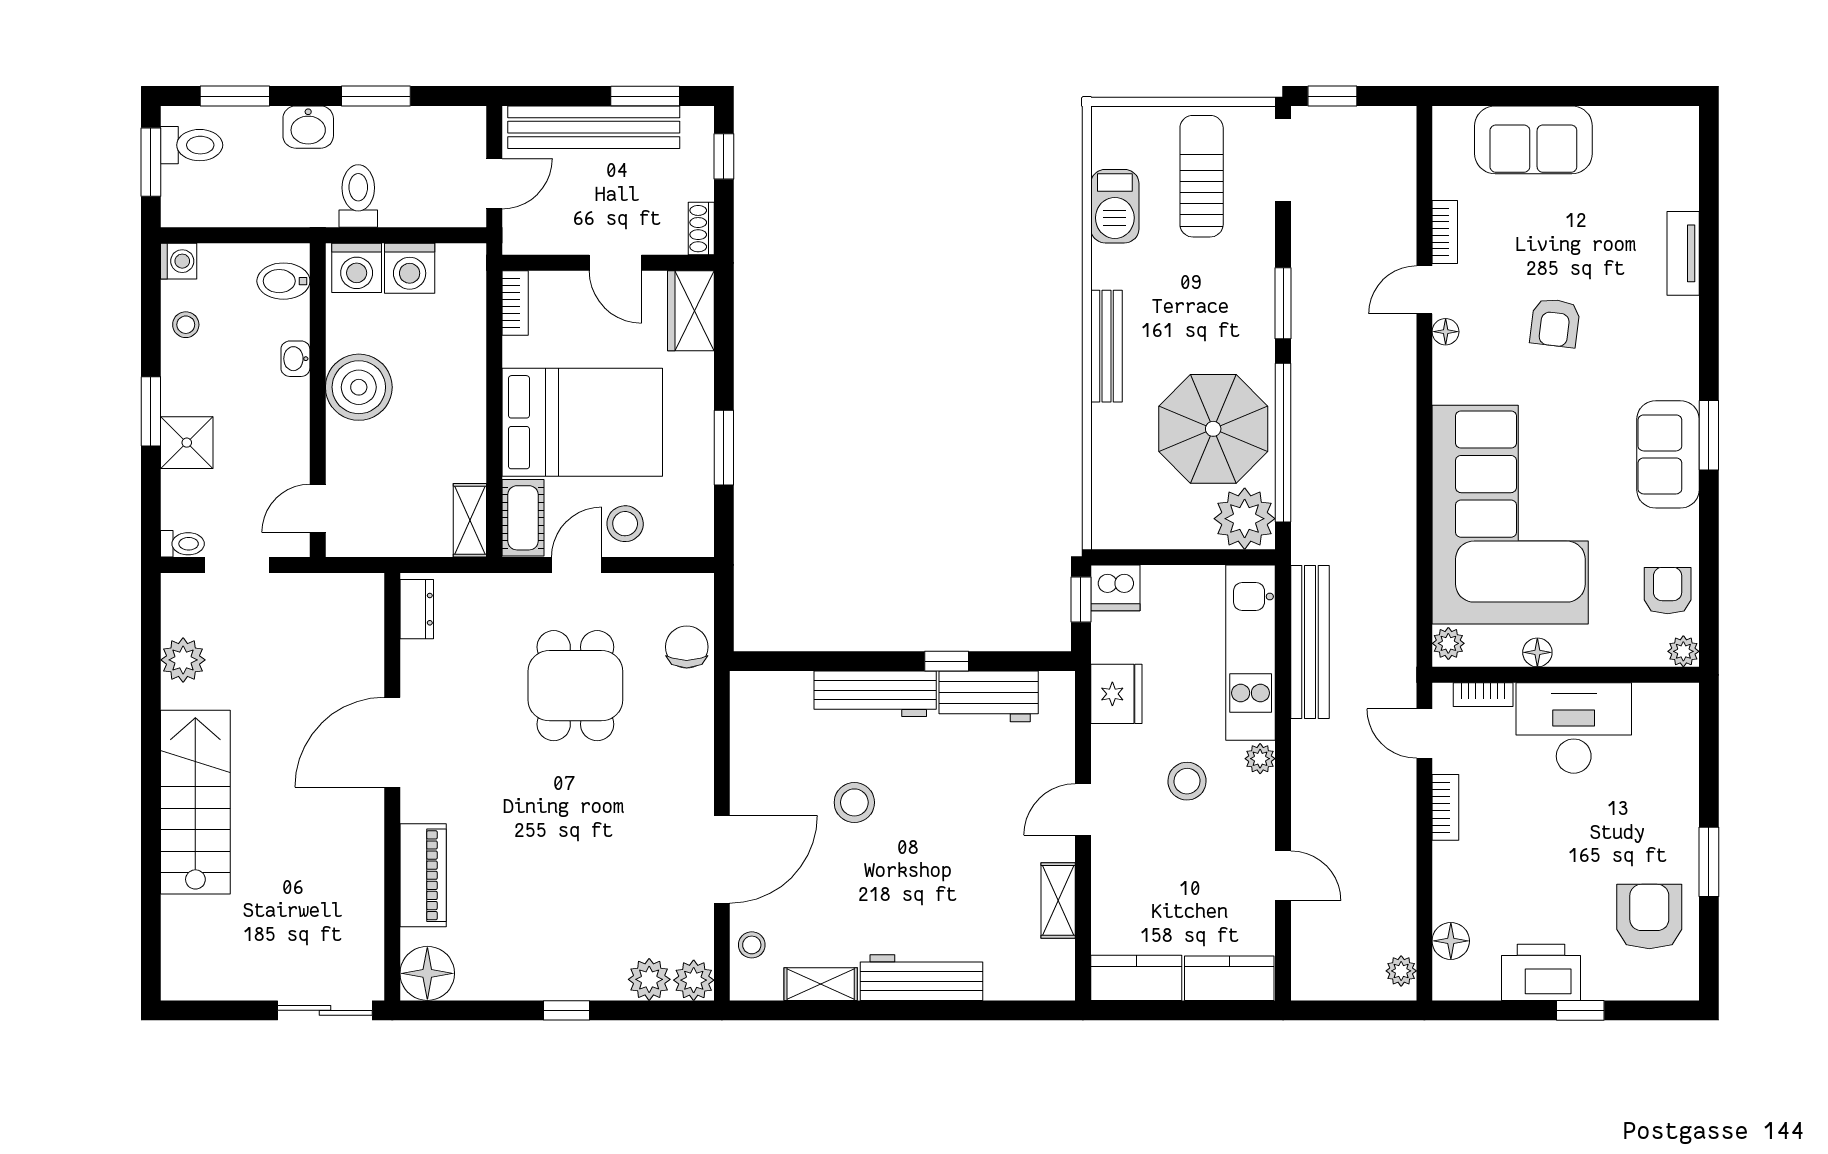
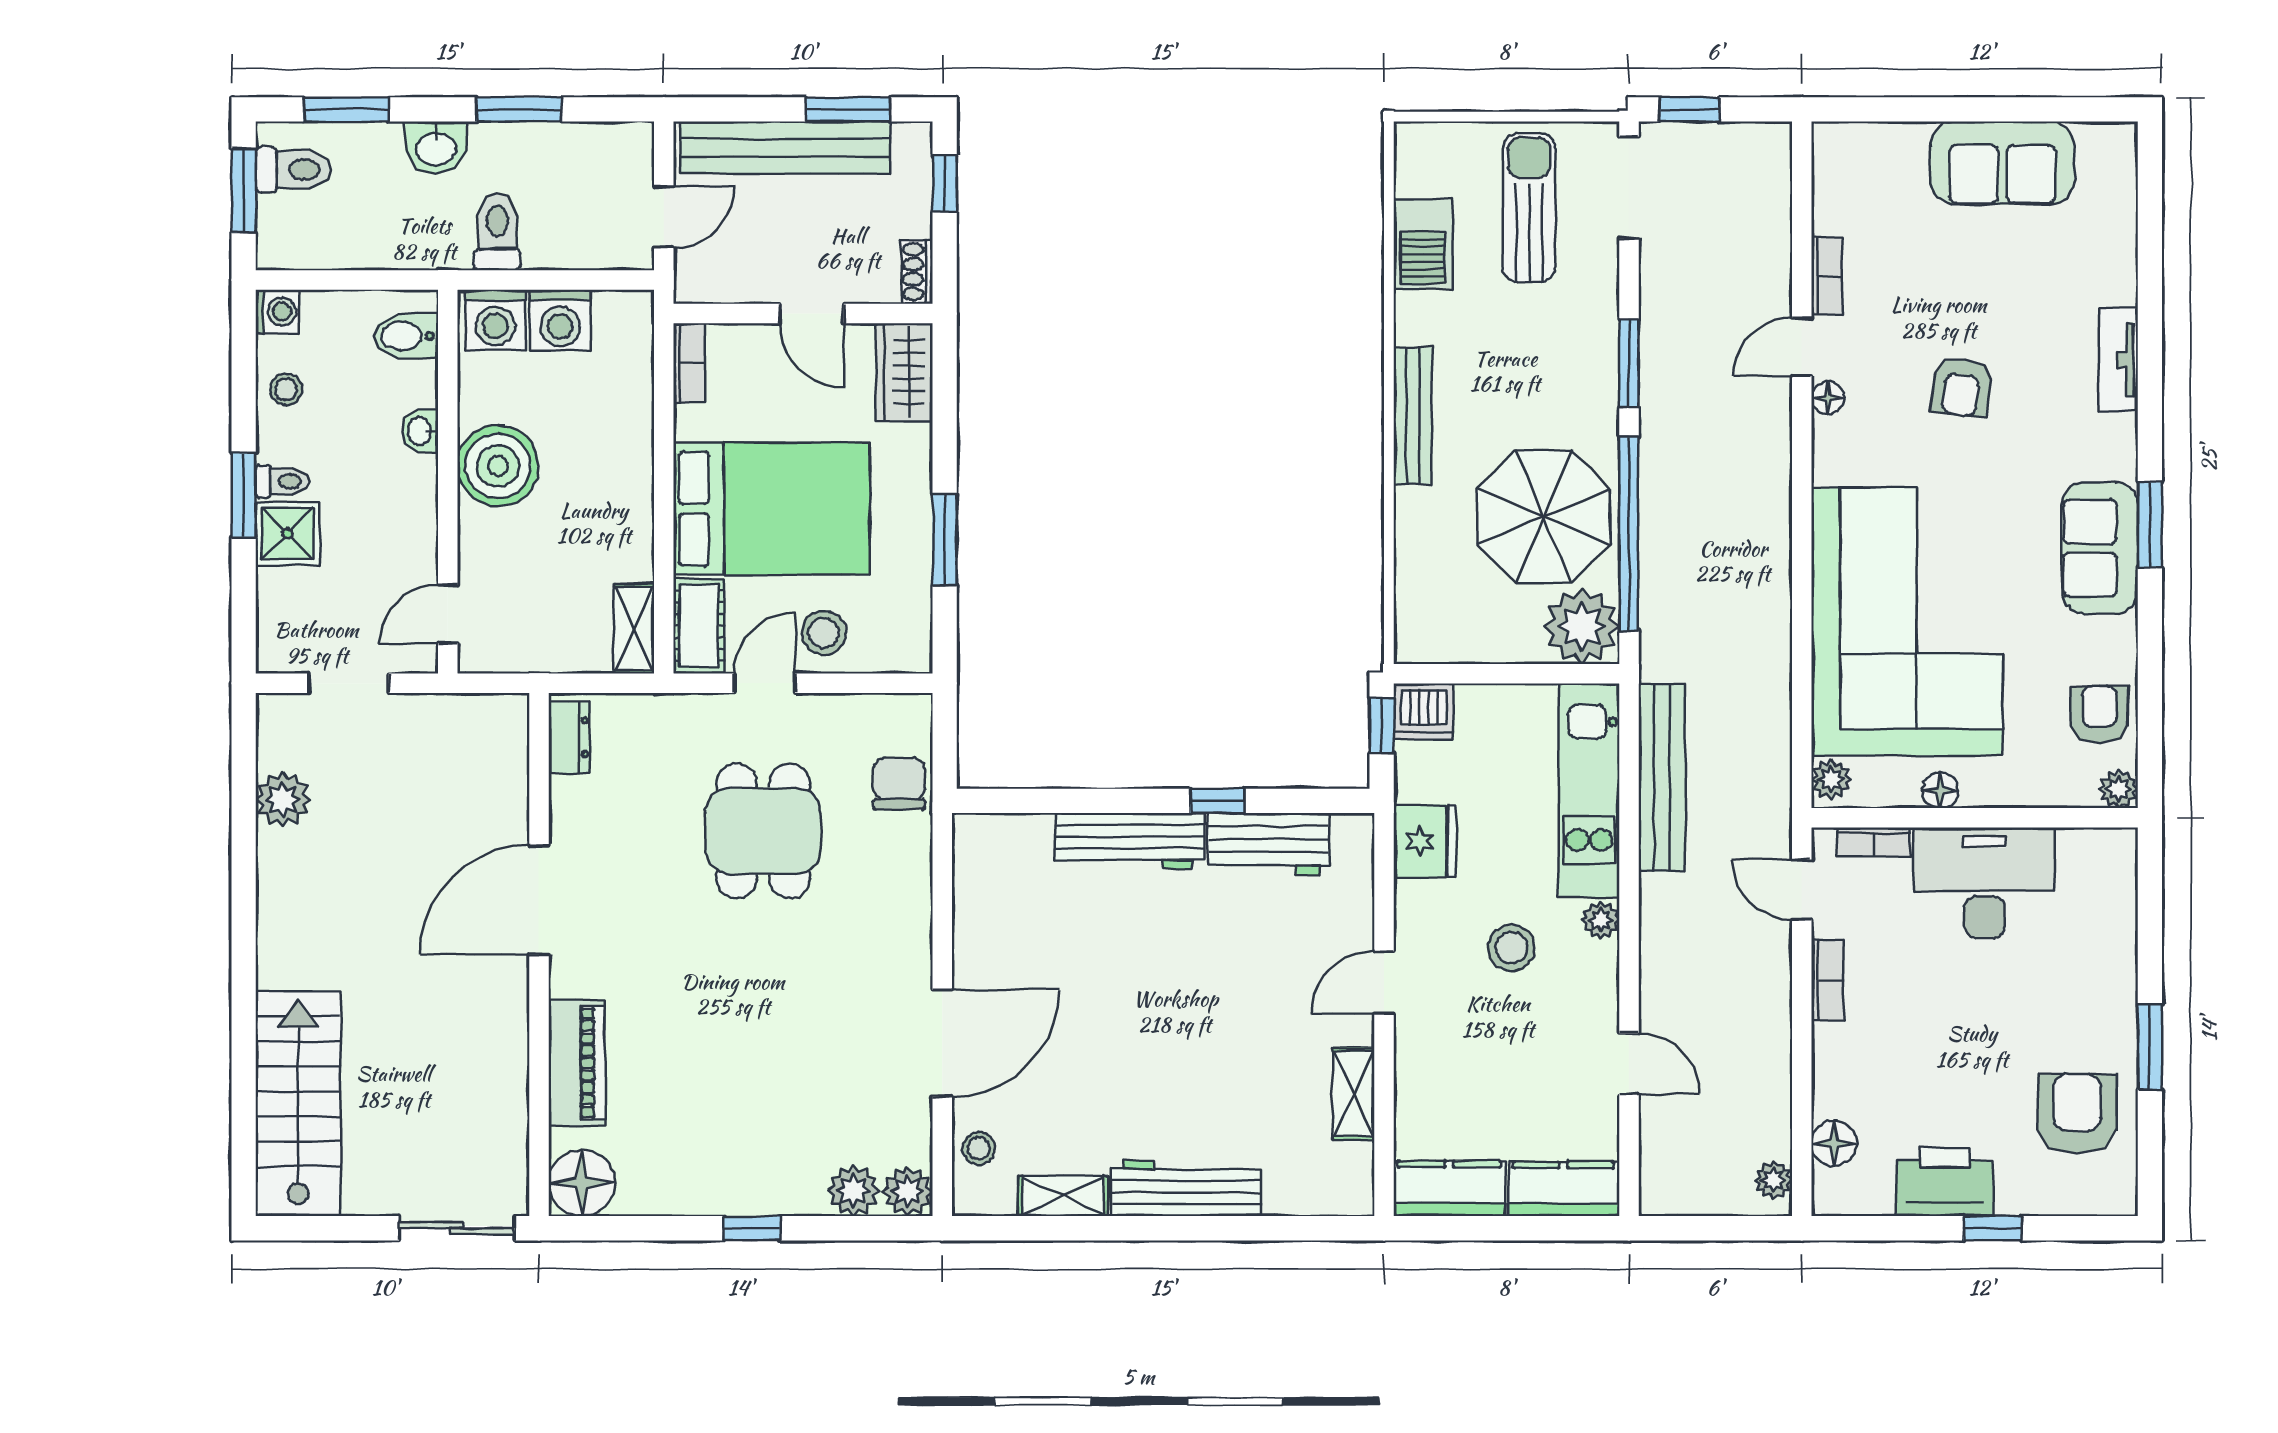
sofa: (1533, 140) -> (2002, 163), moved
tv unit: (1683, 253) -> (2118, 359), moved
toilet: (182, 544) -> (282, 482), moved
stairs: (195, 802) -> (298, 1104), moved
stool: (854, 802) -> (1104, 974), removed

